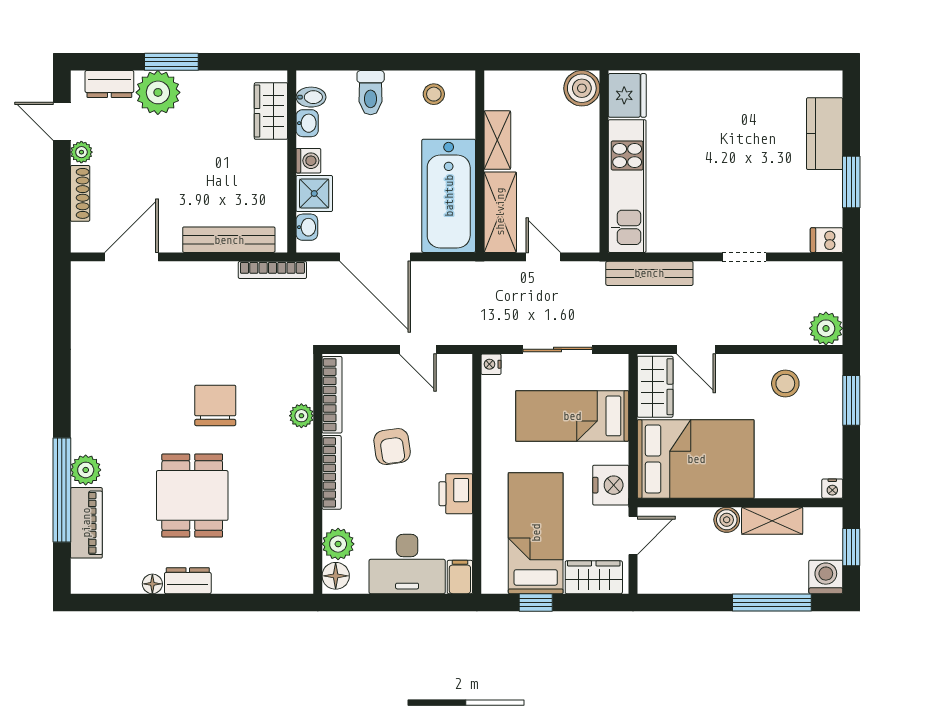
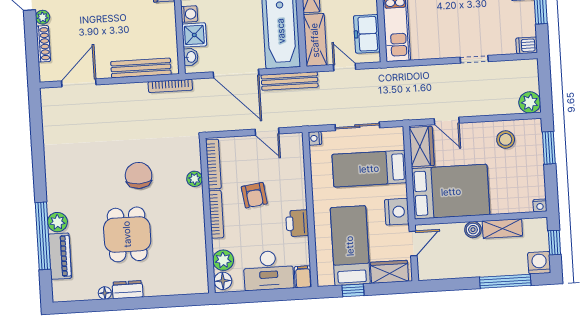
freezer: (581, 208) -> (367, 34), added
bench: (649, 273) -> (290, 81), moved

